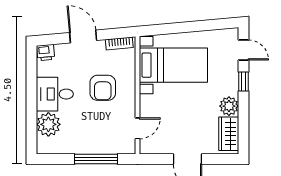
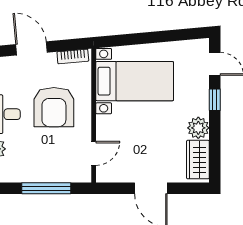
armchair: (103, 88) -> (54, 107), width x1.36, depth x1.36

